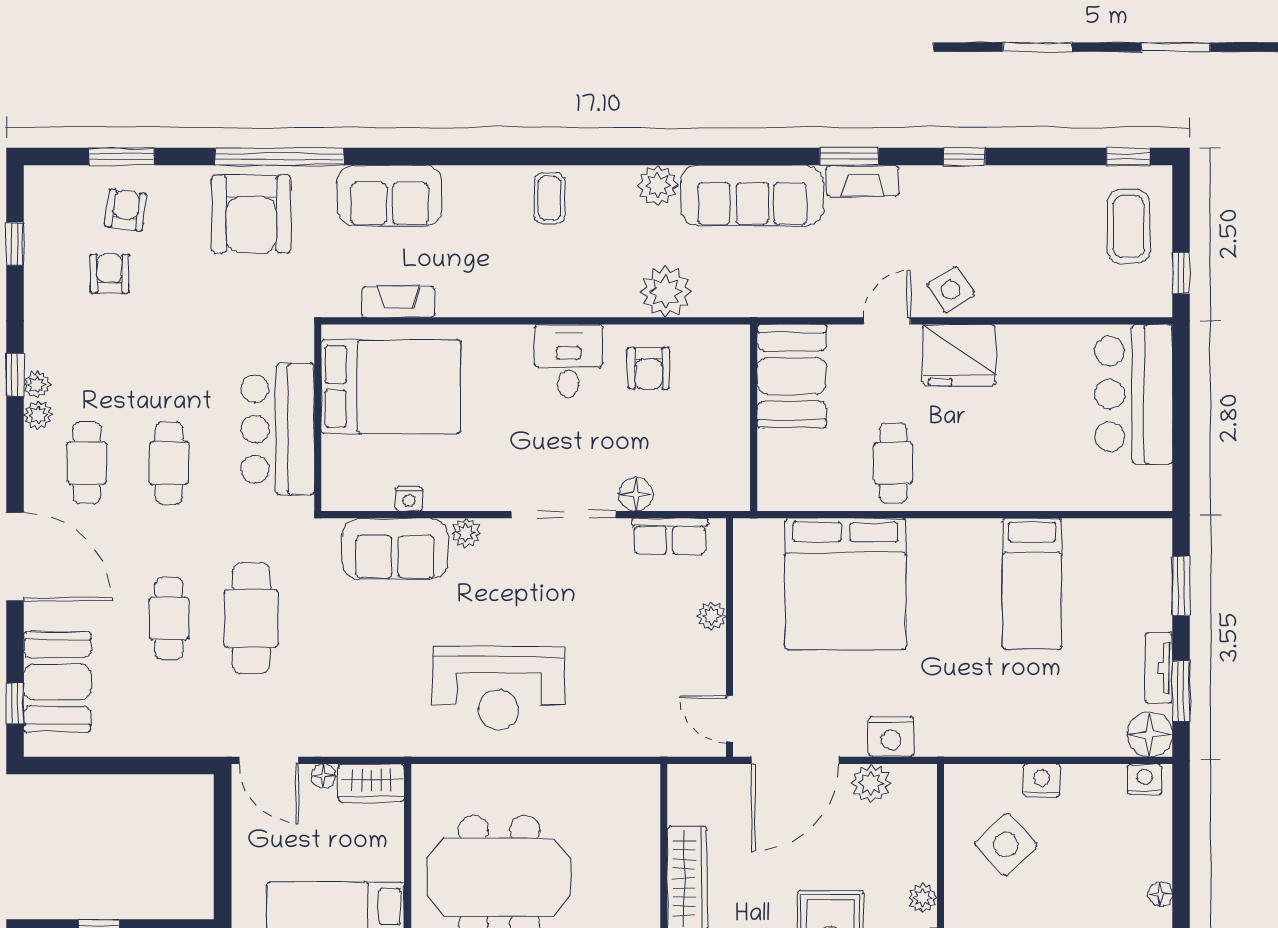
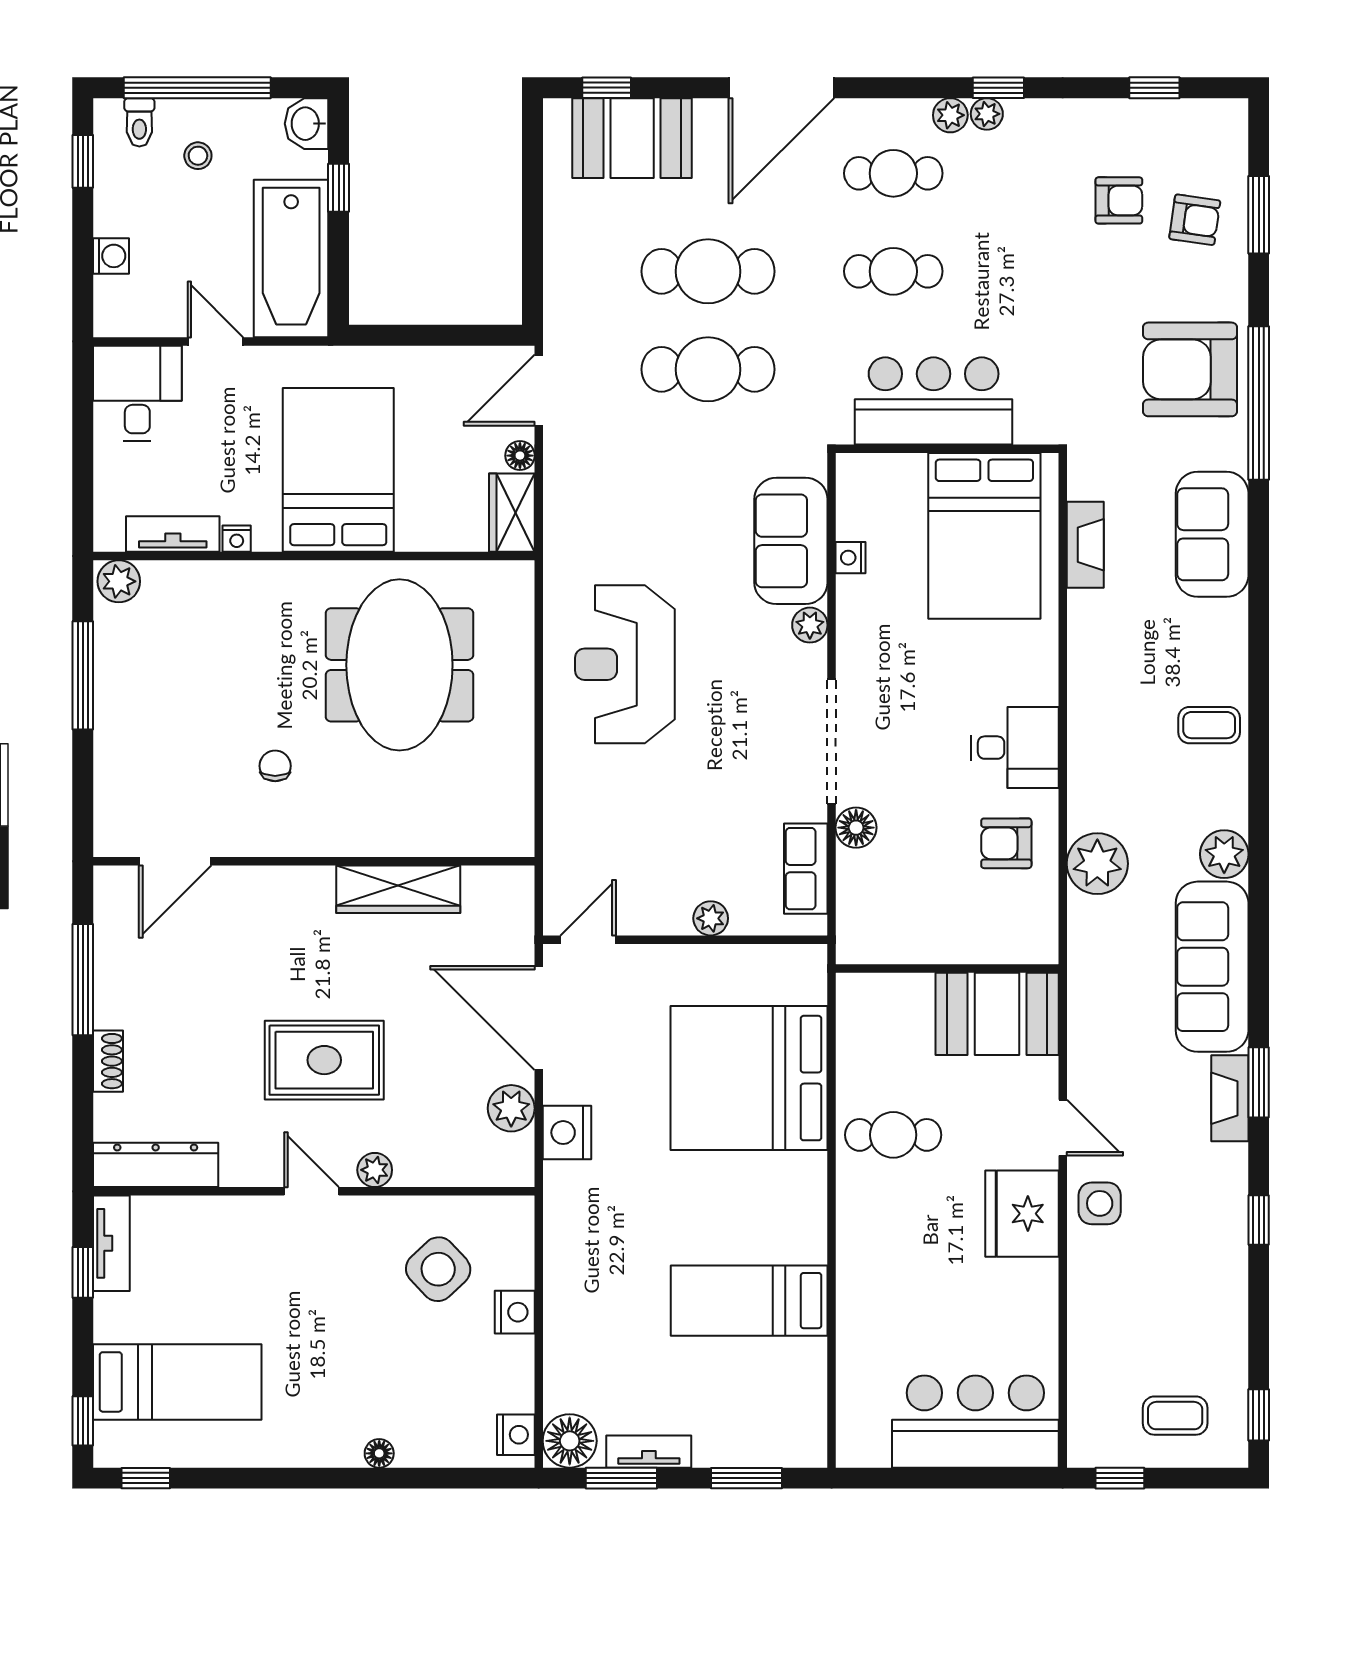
coffee table: (1129, 227) -> (1175, 1416), width x0.73, depth x0.77
side table: (951, 290) -> (1100, 1203), turned 32
cafe table: (169, 618) -> (708, 271), width x1.37, depth x1.35

